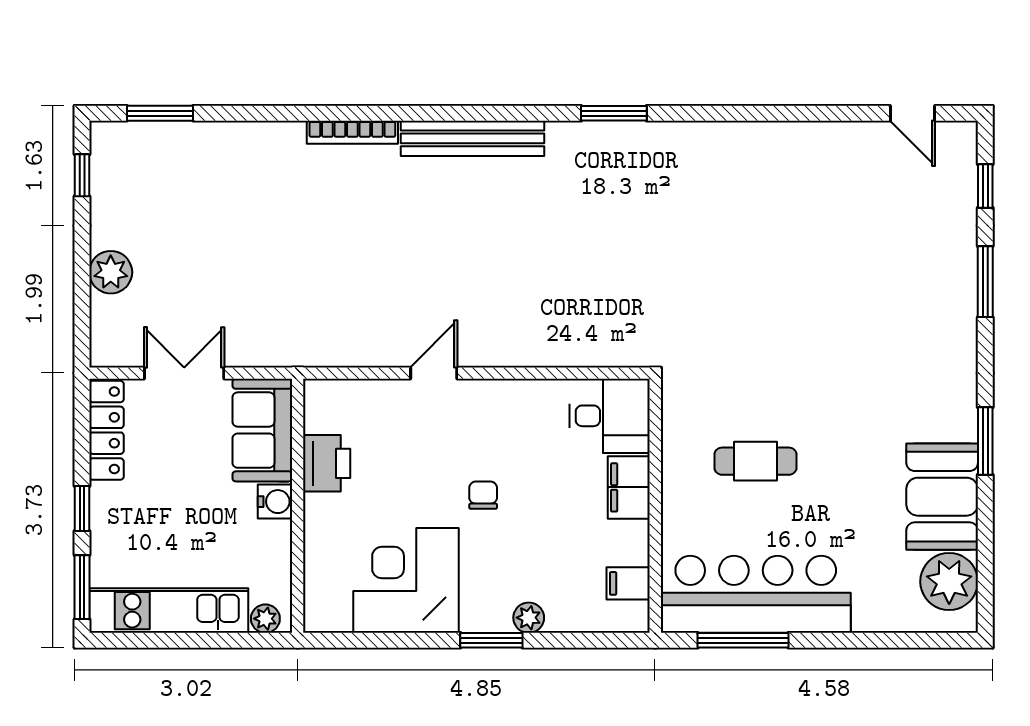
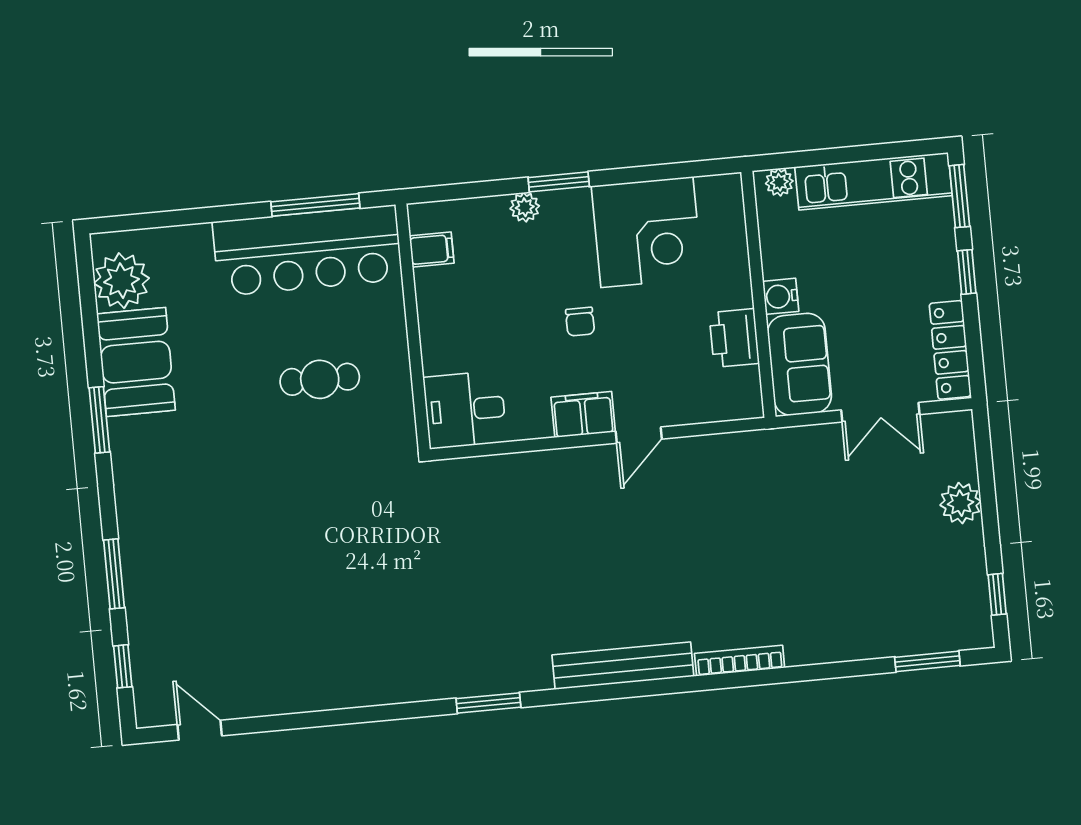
filing cabinet: (629, 487) -> (583, 415), moved, turned -90

